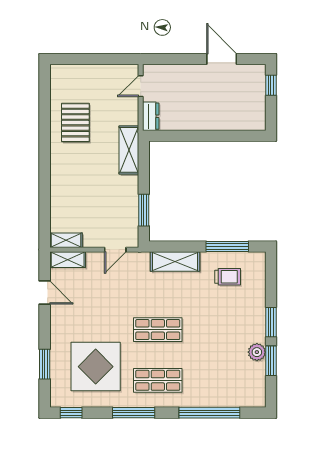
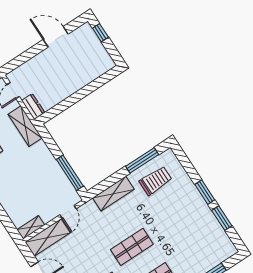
shelving: (129, 150) -> (25, 126), moved
window: (144, 210) -> (70, 173), width x1.44
shelving: (68, 260) -> (48, 237), width x1.50, depth x1.33
trolley: (228, 277) -> (156, 181), width x1.36, depth x1.39
plant: (257, 352) -> (208, 218), removed

